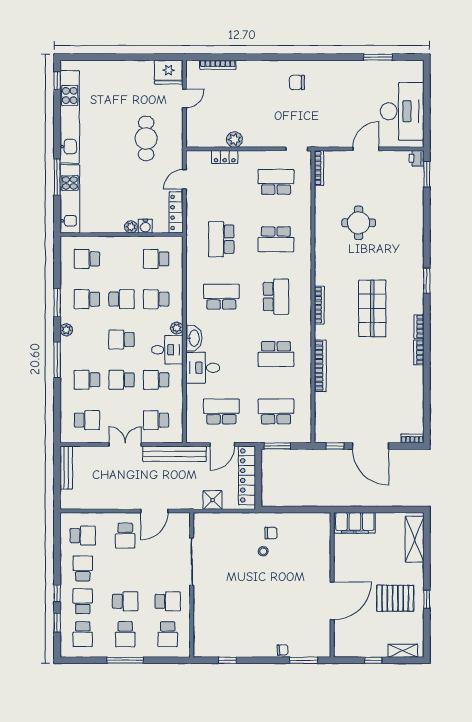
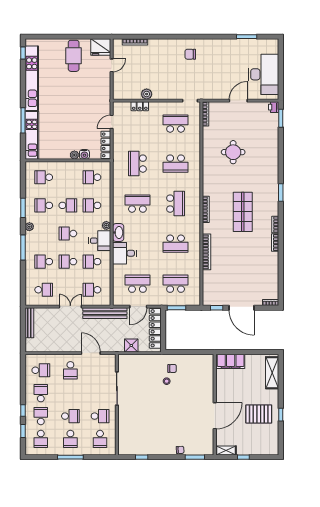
cafe table: (146, 138) -> (74, 56), moved
door: (154, 511) -> (91, 353), swing flipped
shelving: (403, 651) -> (226, 451), moved

